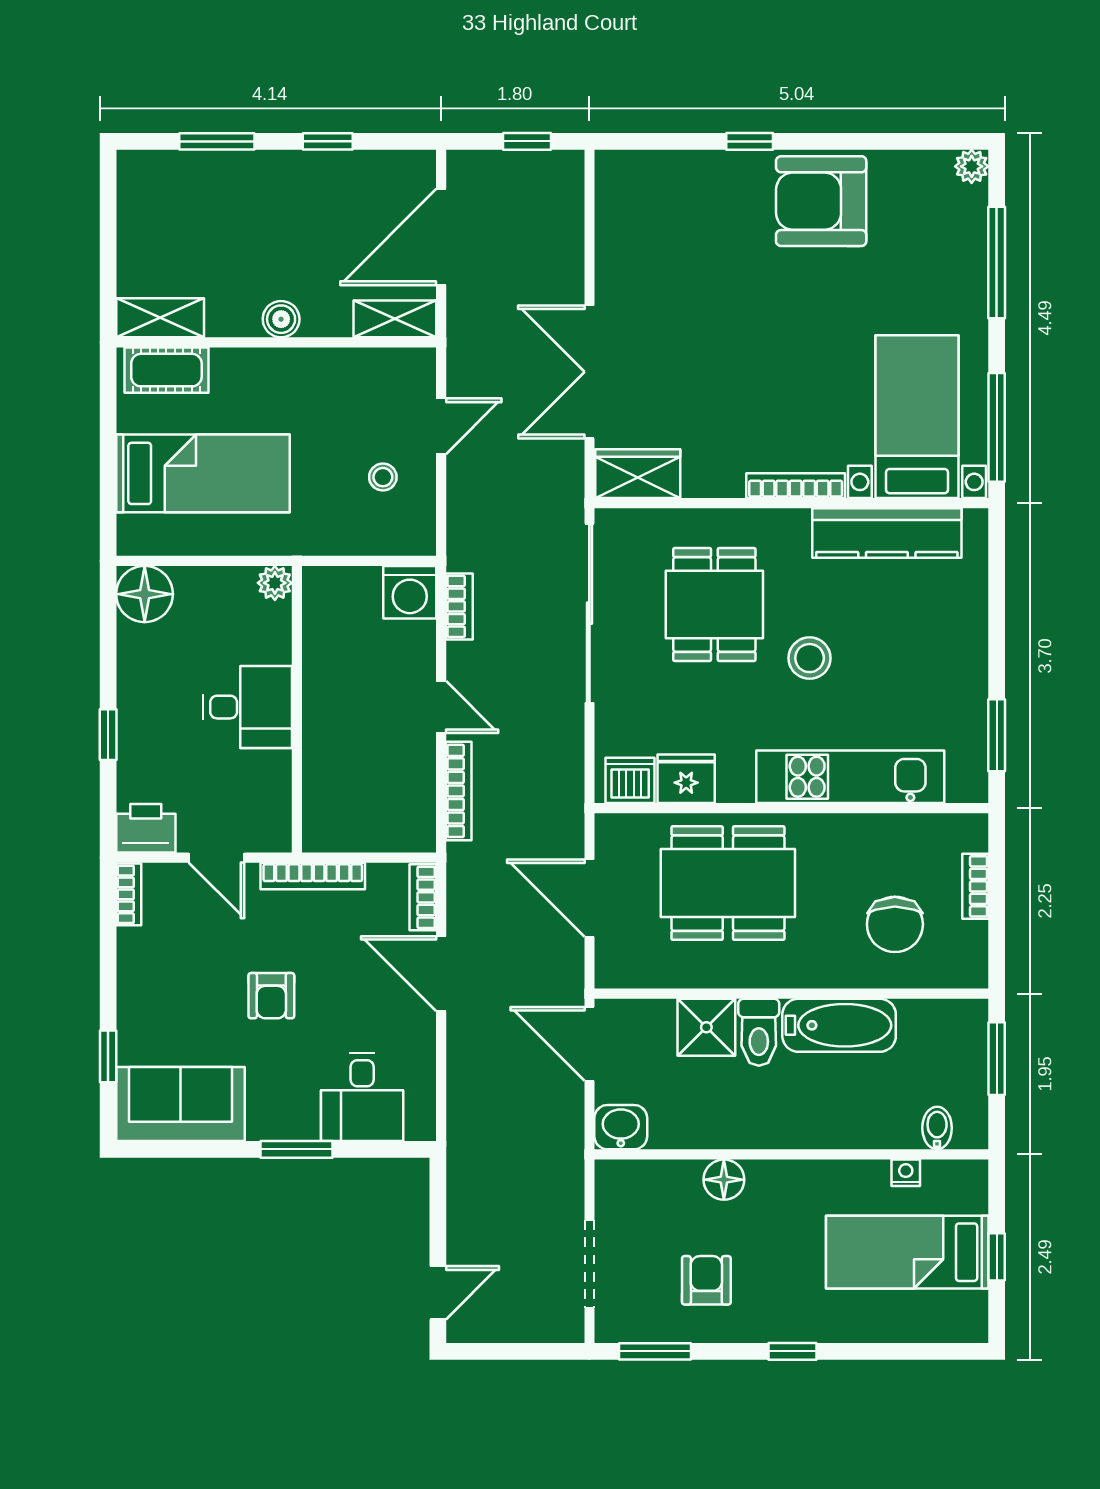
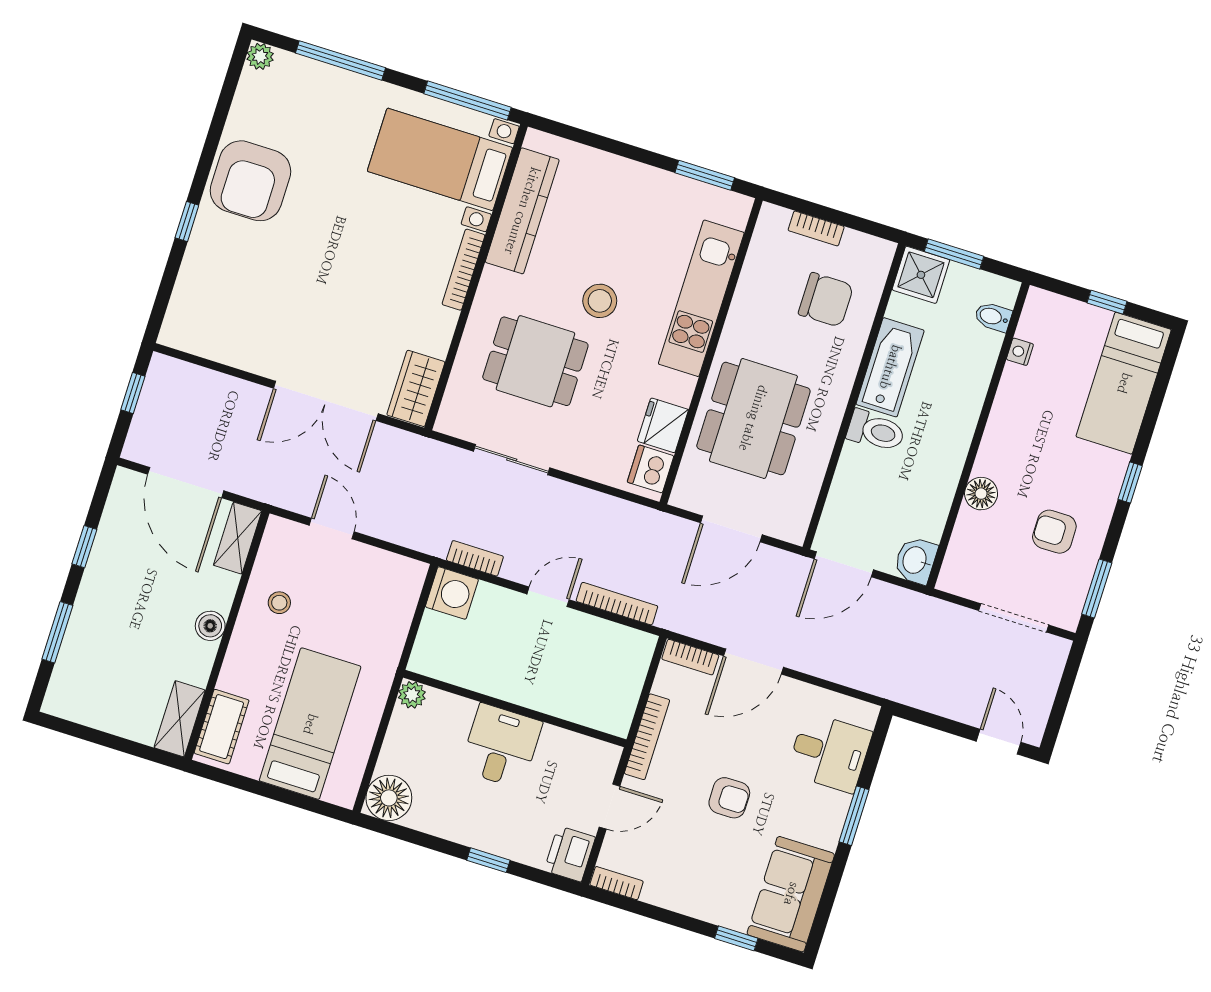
stool: (383, 477) -> (279, 603), moved
sliding door: (589, 613) -> (512, 460), width x0.54
shower: (706, 1027) -> (921, 275), moved
bed: (907, 1252) -> (1124, 383), moved

